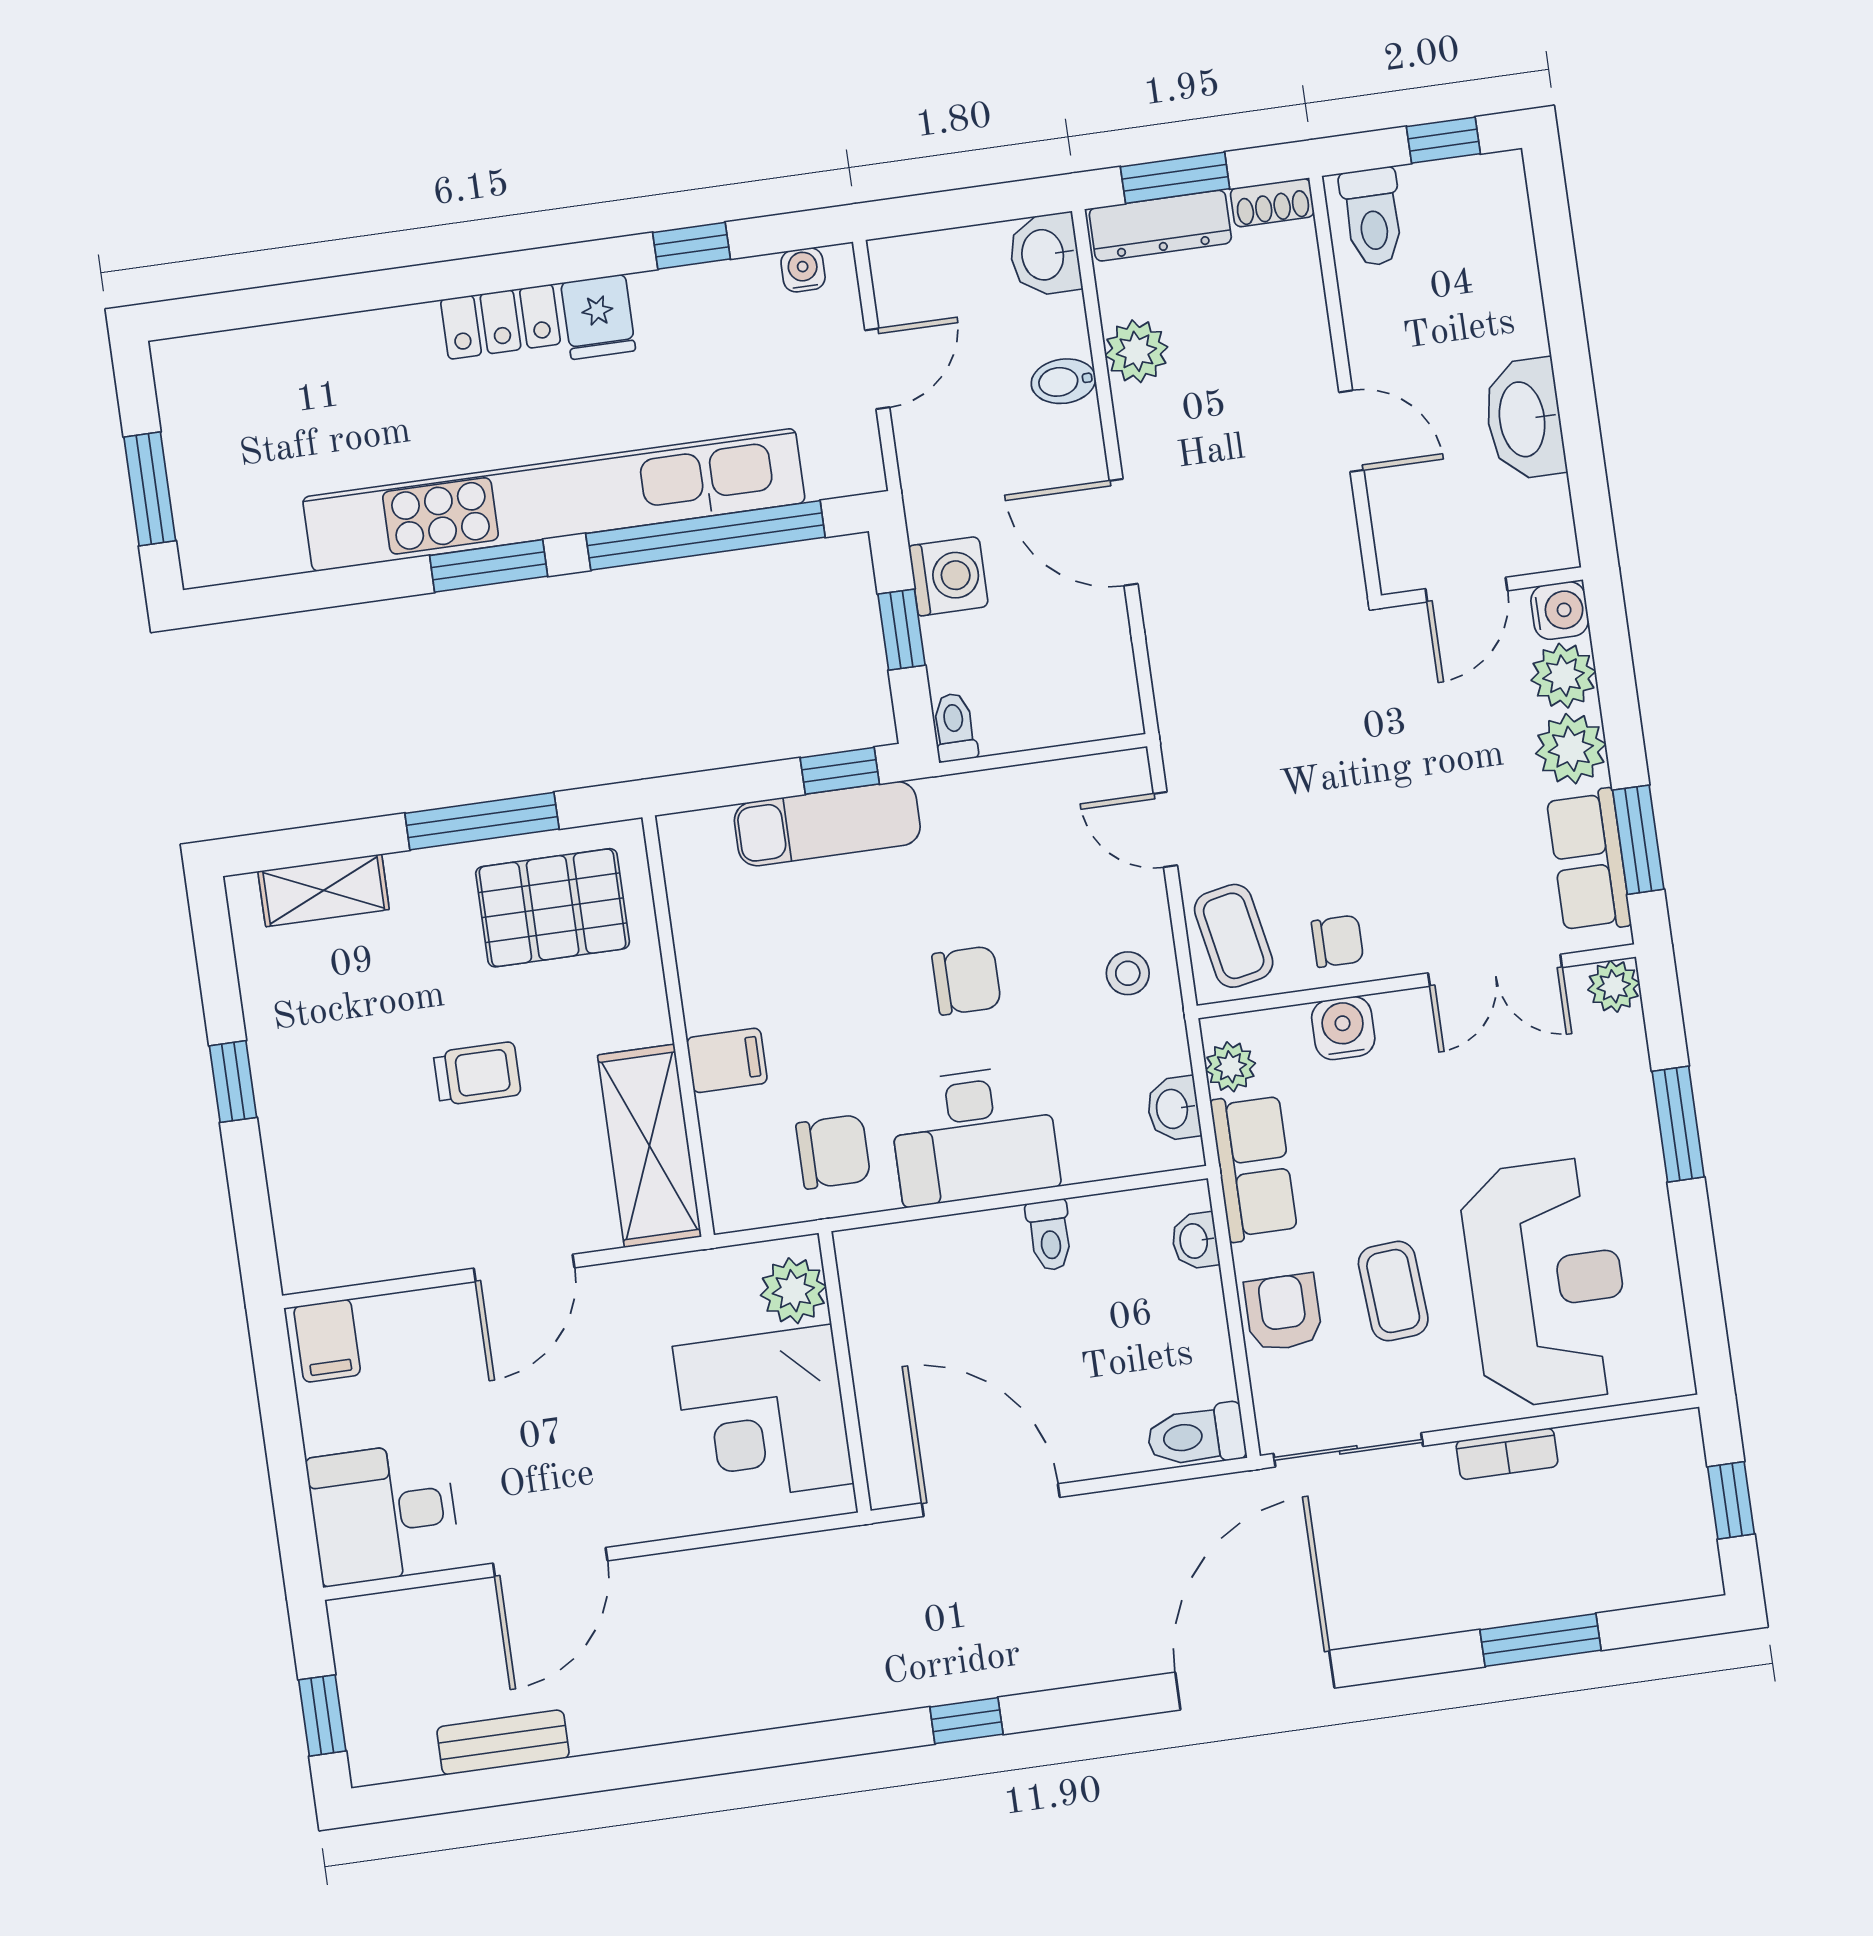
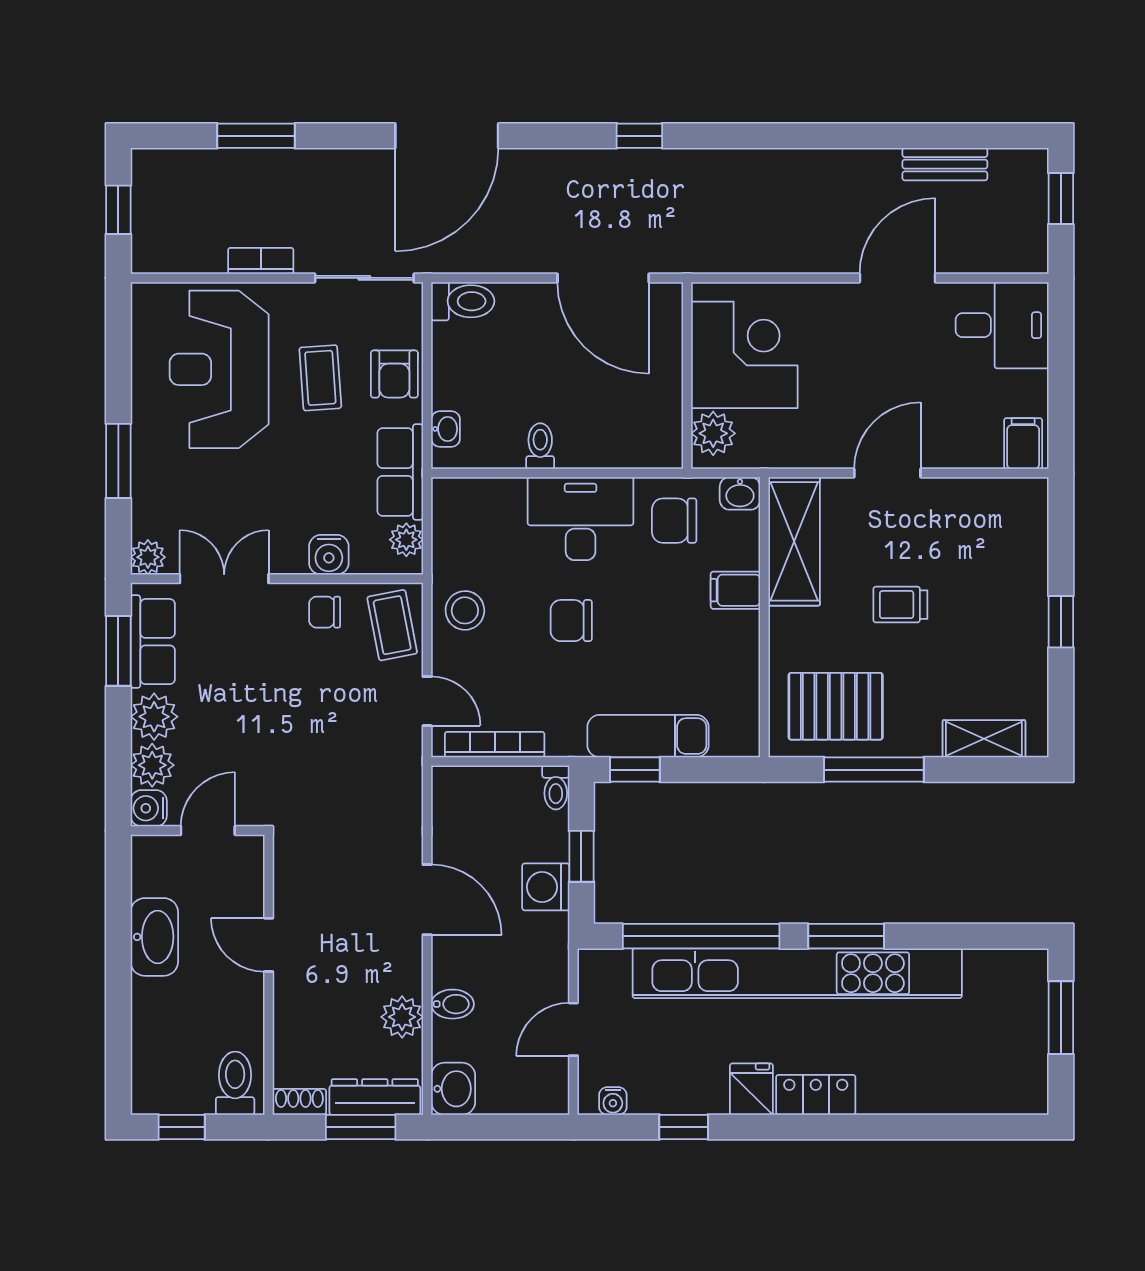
bookcase: (1055, 779) -> (495, 745), added
stool: (1128, 973) -> (465, 610), width x1.37, depth x1.37
washbasin: (1173, 1109) -> (740, 493), moved, turned 90

